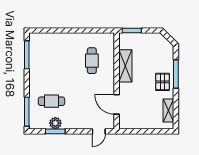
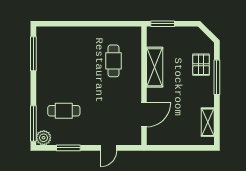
pallet: (163, 82) -> (201, 65), moved
door: (117, 104) -> (144, 115), swing flipped
plant: (55, 123) -> (44, 138), moved
door: (99, 131) -> (109, 148), moved

